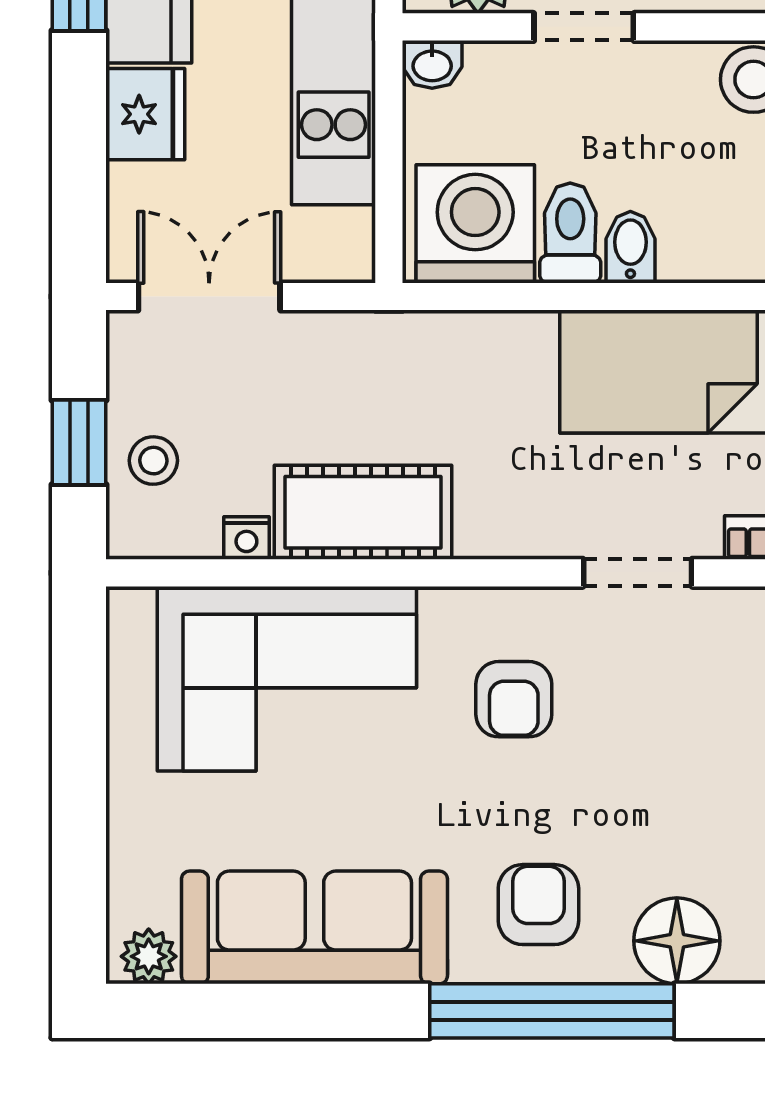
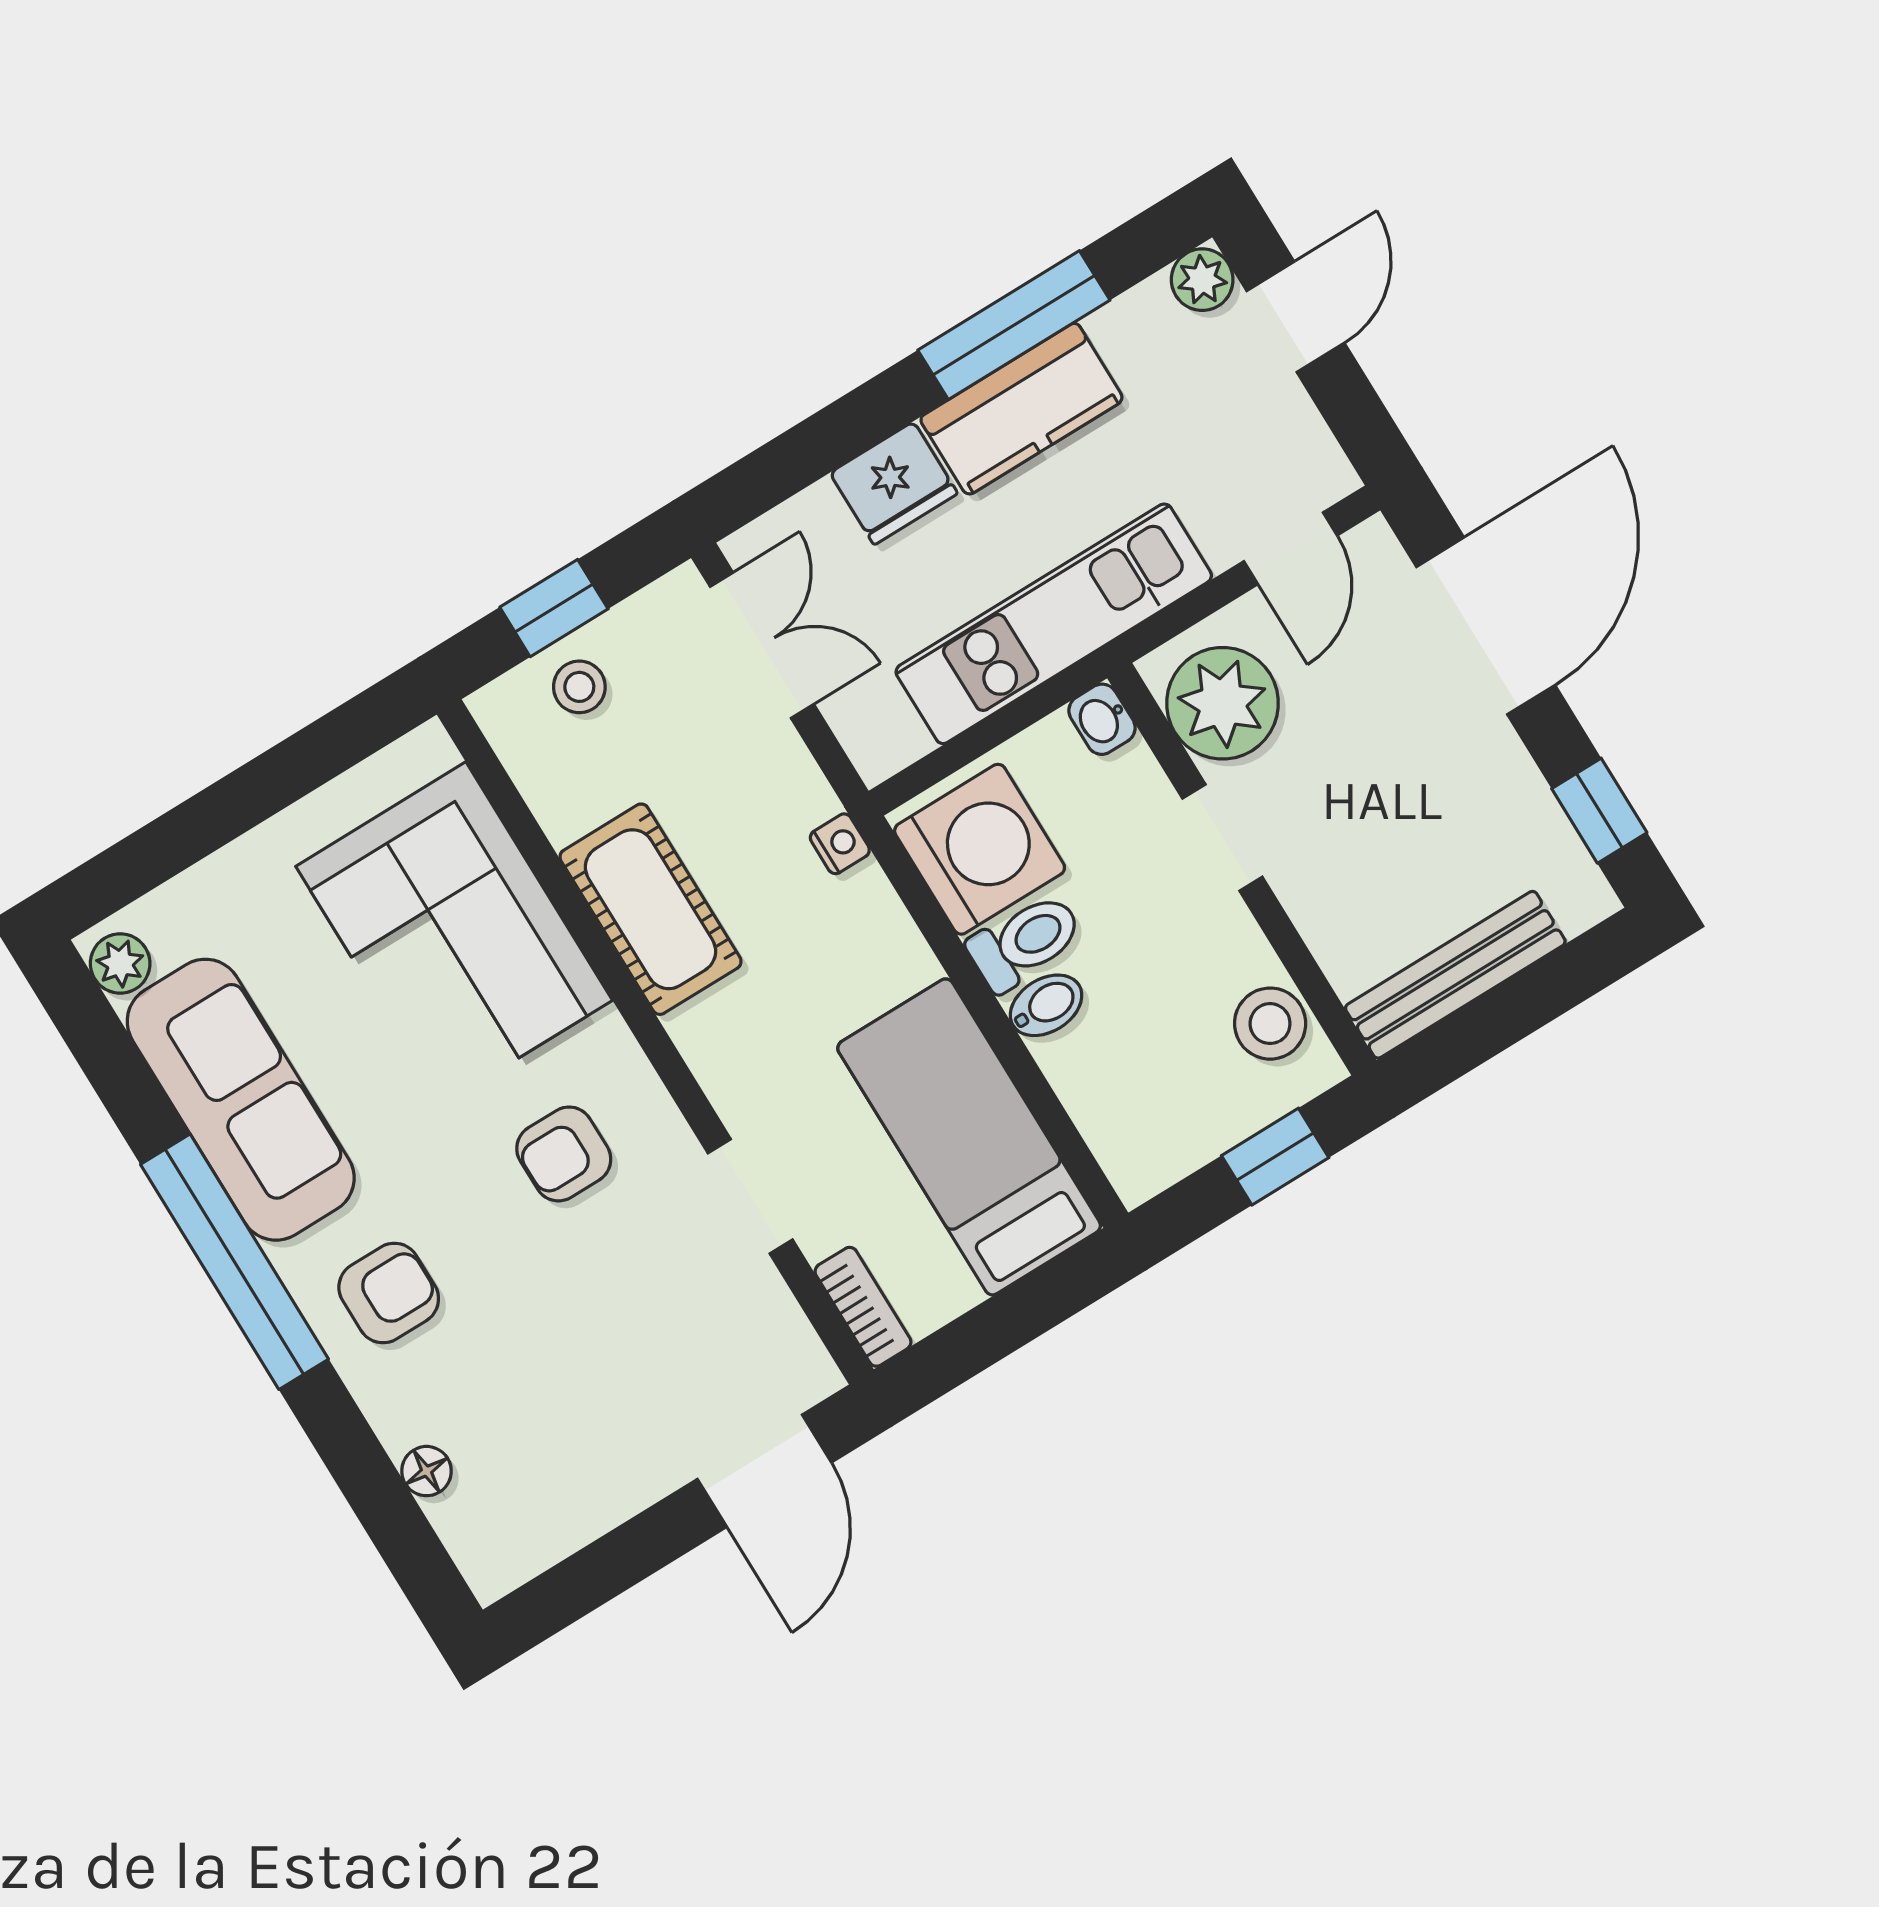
nightstand: (246, 538) -> (840, 844), moved, turned 180
floor lamp: (677, 941) -> (427, 1471), width x0.53, depth x0.53
window: (552, 1011) -> (234, 1262), moved

